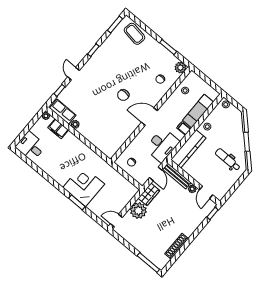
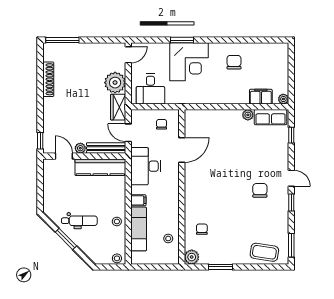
door: (73, 74) -> (291, 178), moved
chair: (123, 95) -> (260, 190), moved
door: (149, 117) -> (182, 150), moved
desk: (31, 146) -> (150, 89), moved, turned 90
kitchen counter: (188, 149) -> (100, 167), moved, turned -90
dental chair: (228, 160) -> (79, 221), moved
chair: (57, 163) -> (234, 62), added

